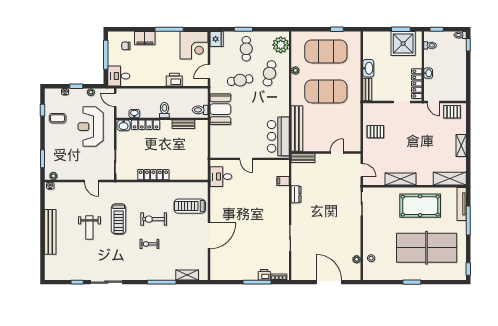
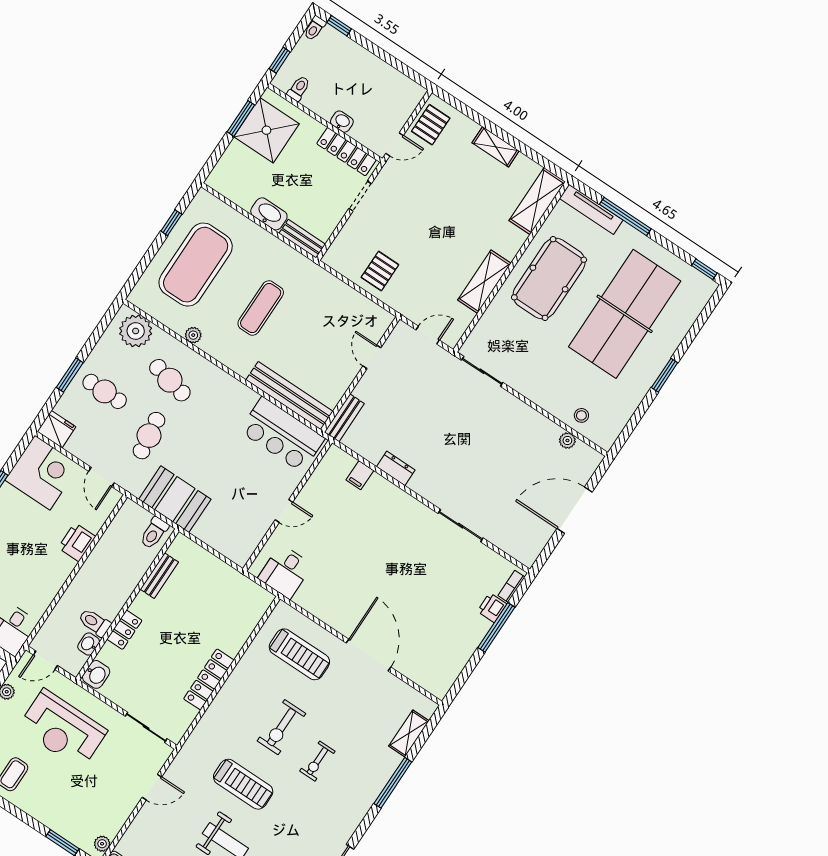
exercise mat: (326, 91) -> (261, 308), width x0.50, depth x0.69
toilet: (164, 110) -> (95, 623), moved
locker: (146, 125) -> (124, 630), width x0.66
treadmill: (190, 206) -> (299, 654), turned -90

